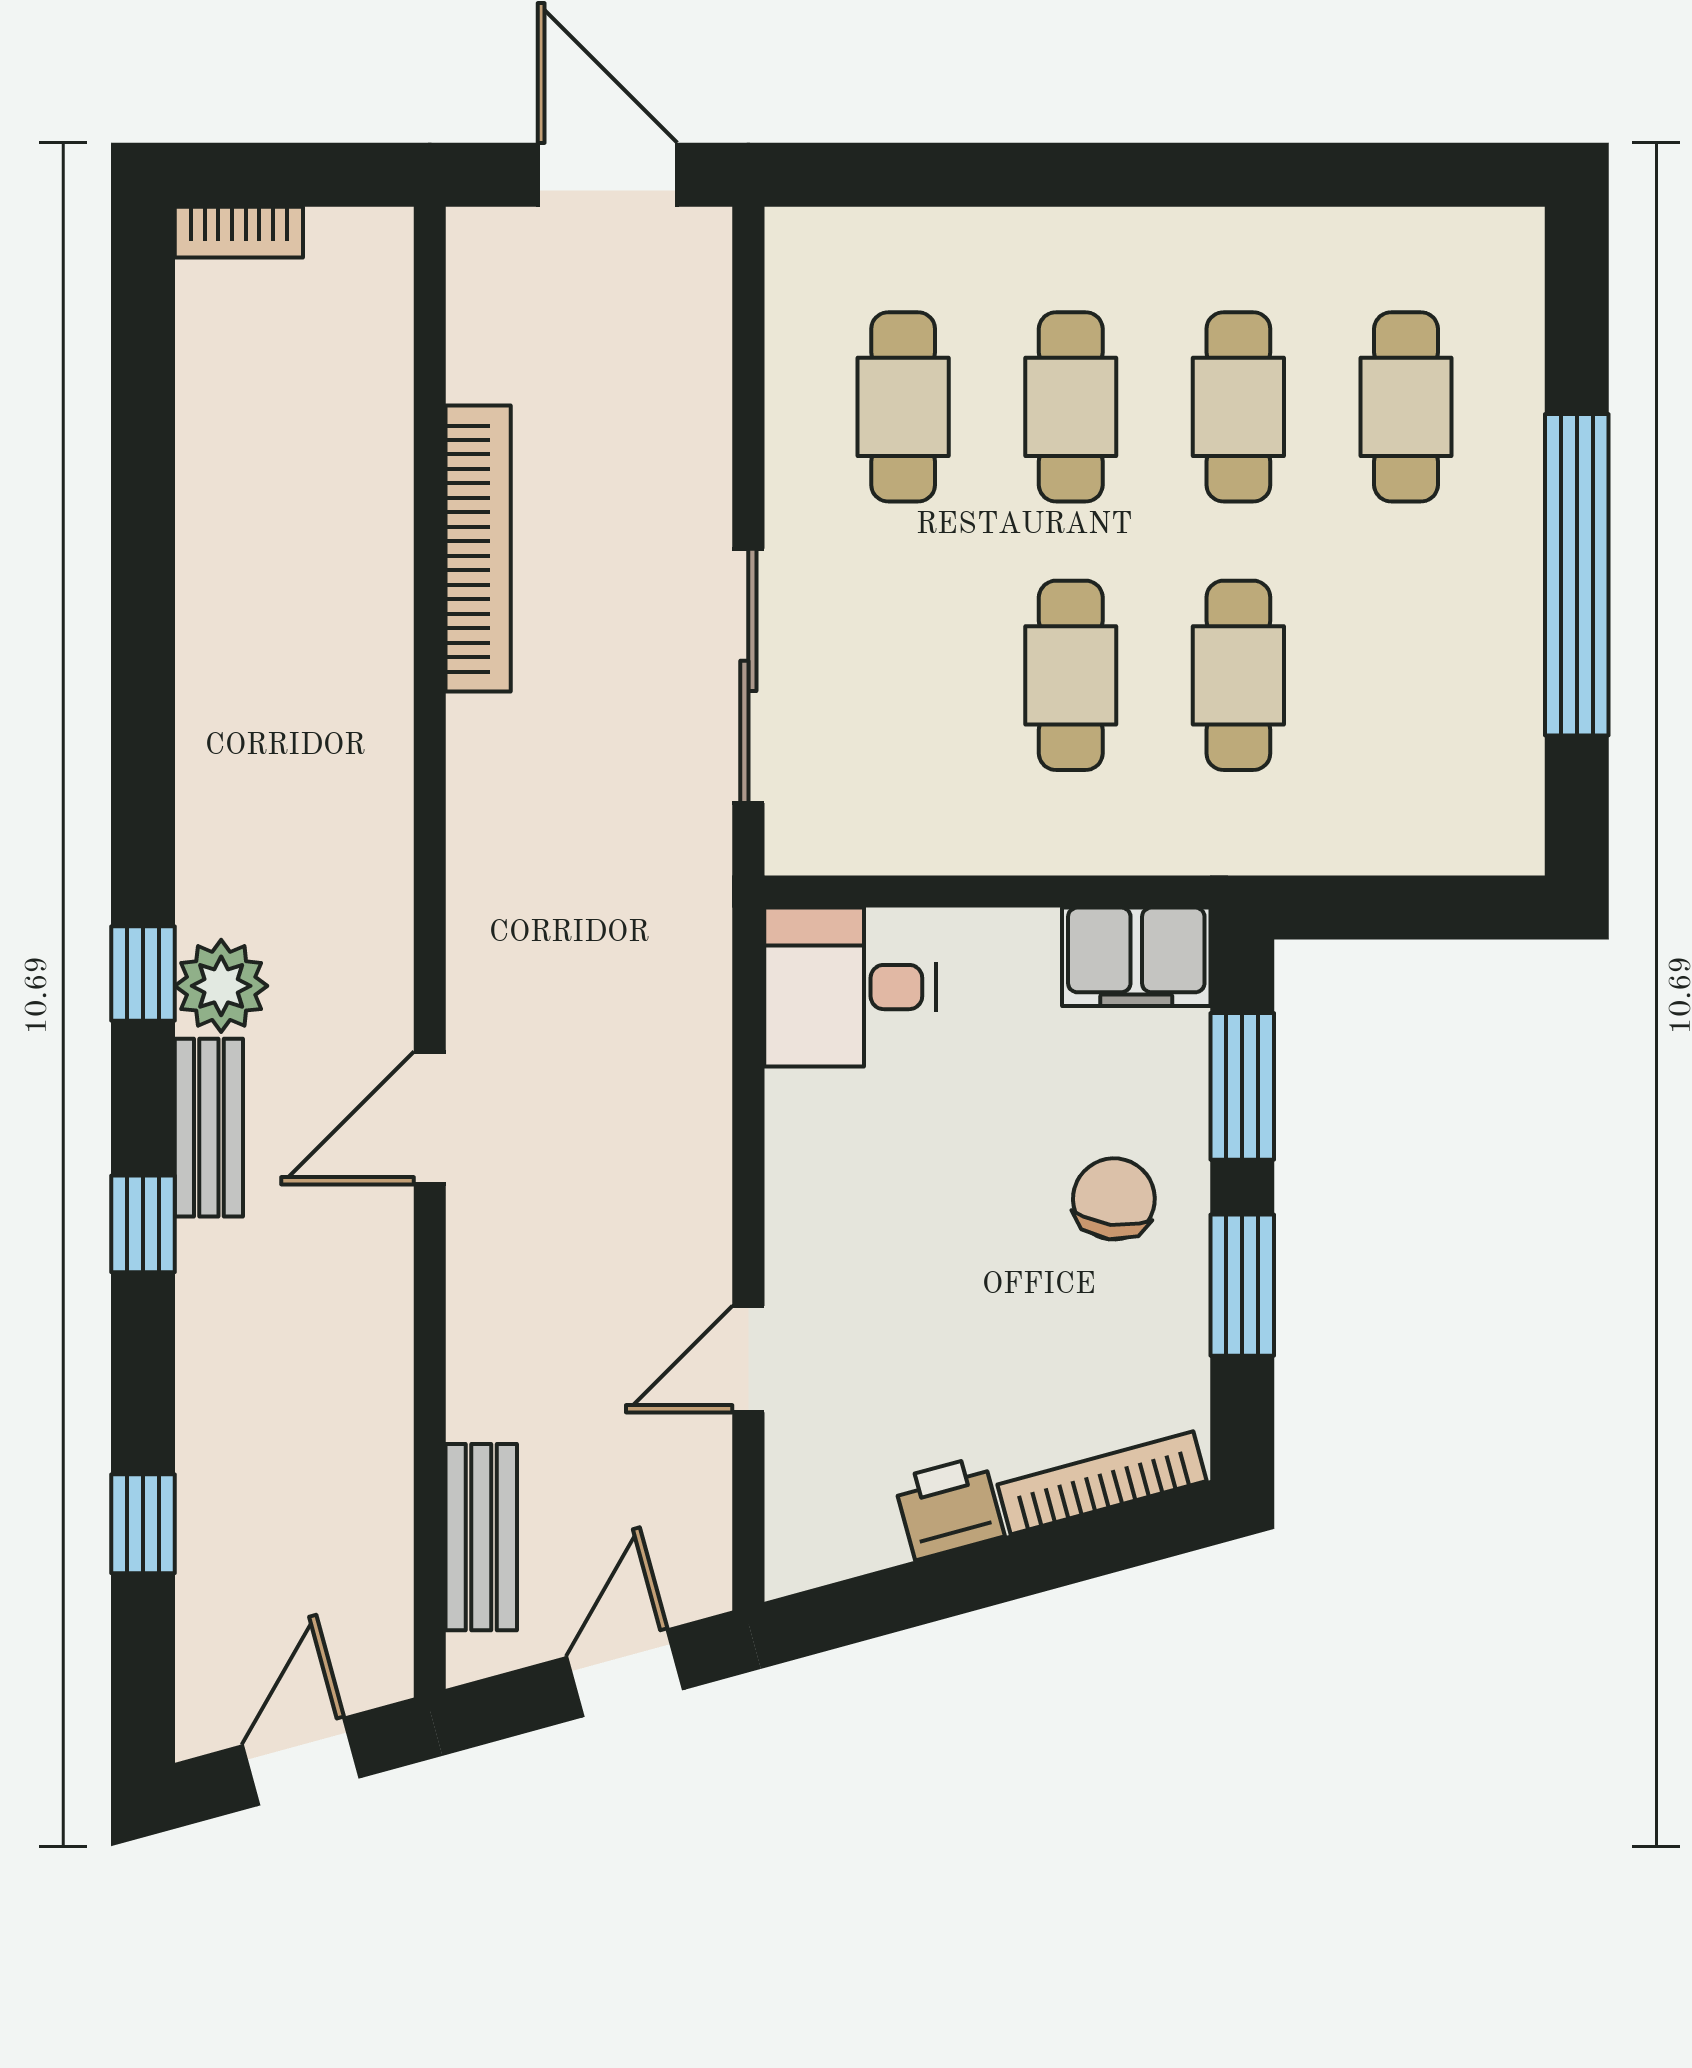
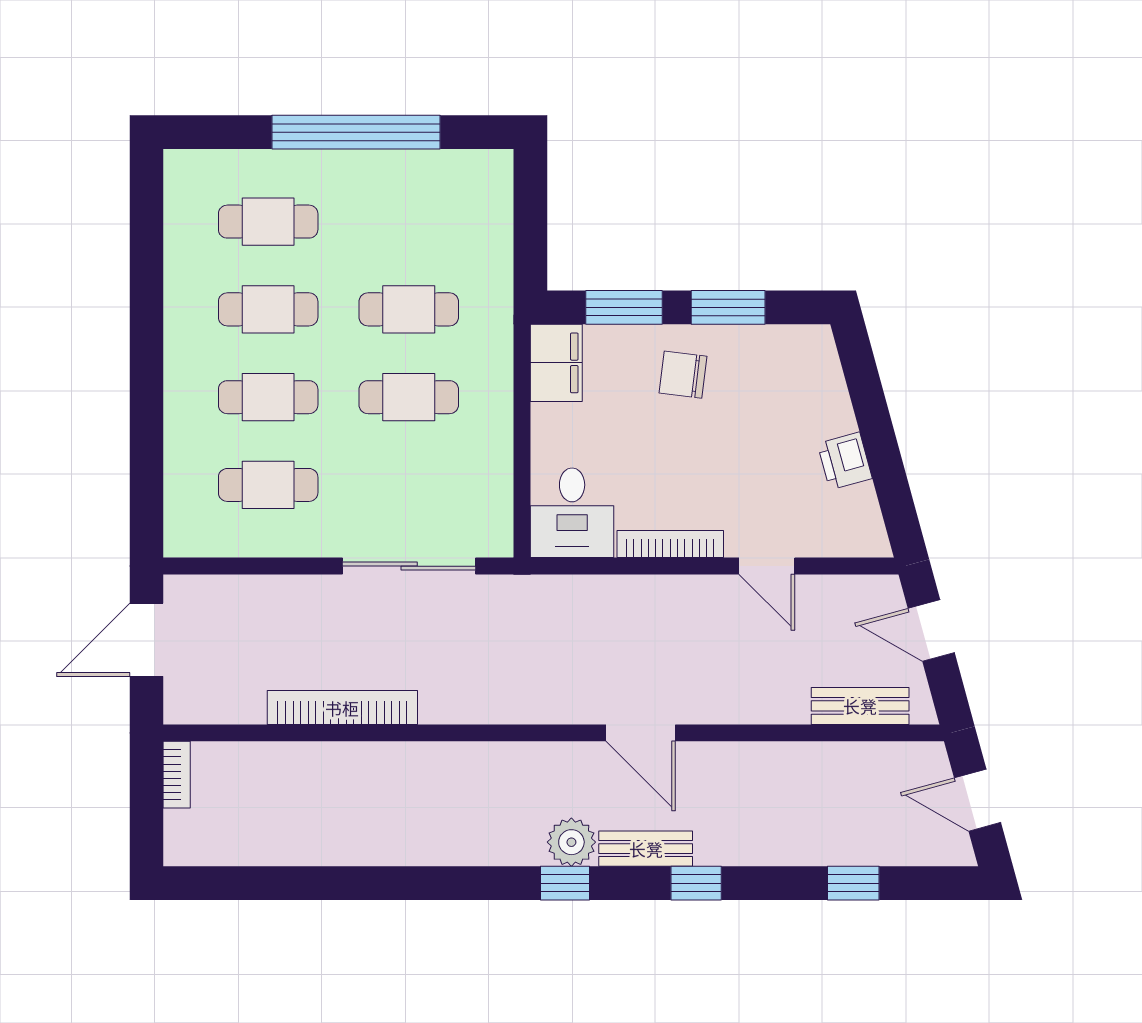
bookcase: (239, 232) -> (177, 775), moved
bookcase: (1102, 1483) -> (670, 544), moved, turned 105

